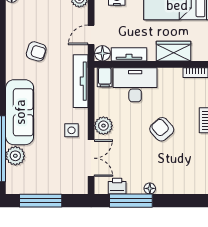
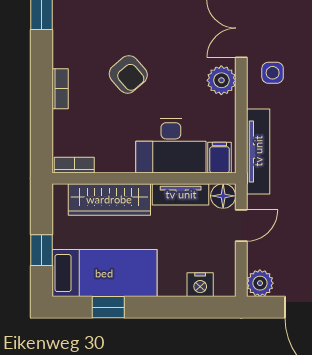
wardrobe: (174, 51) -> (109, 199), width x1.50

